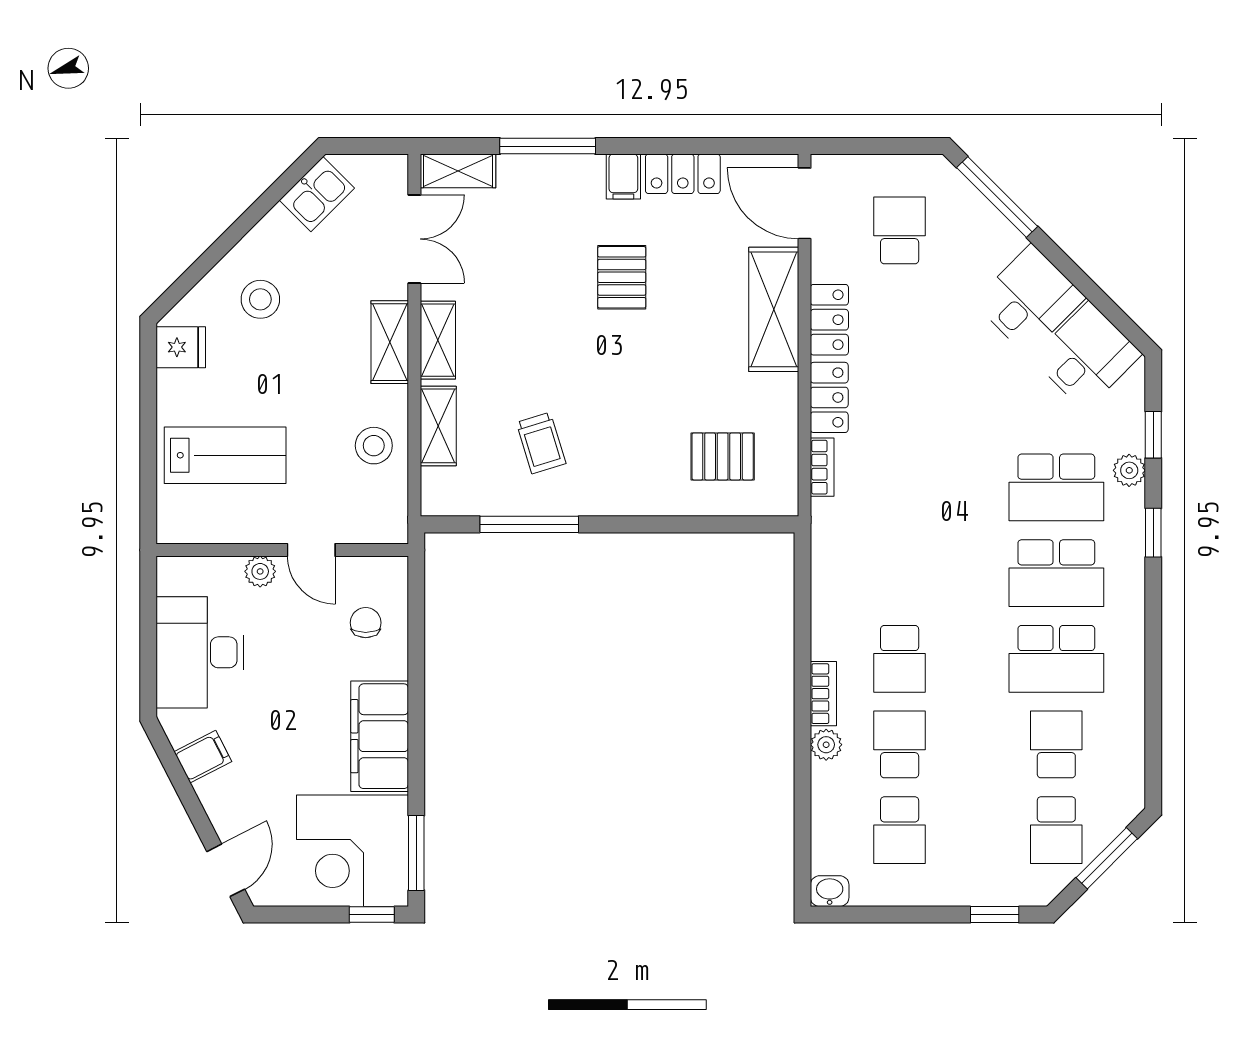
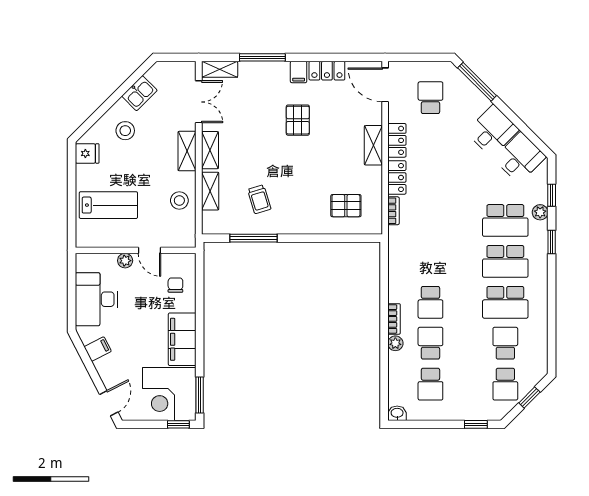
kitchen sink: (317, 194) -> (139, 93), moved
shelving: (774, 309) -> (373, 145), width x0.67, depth x0.75
window: (1107, 858) -> (529, 398), width x0.67

